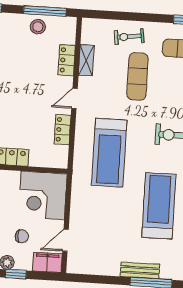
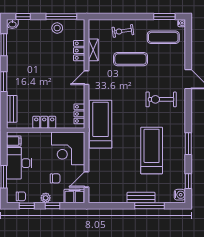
exercise mat: (137, 76) -> (131, 59), turned 90
locker: (62, 130) -> (79, 114), moved
treadmill: (109, 153) -> (101, 124), moved, turned 180

